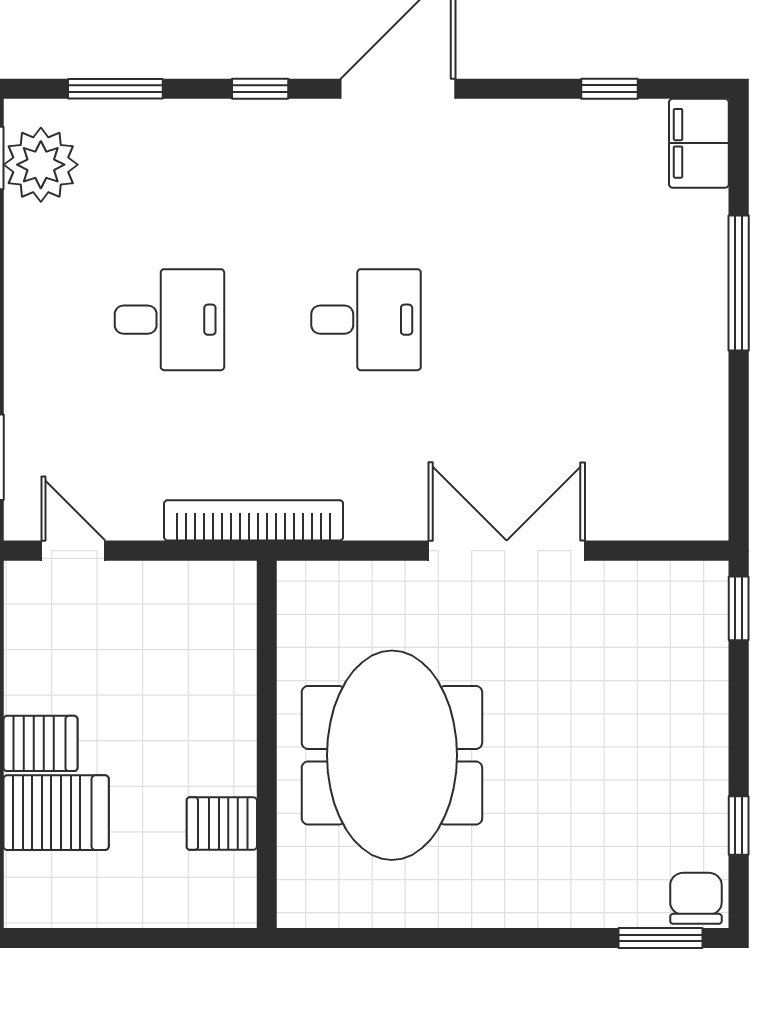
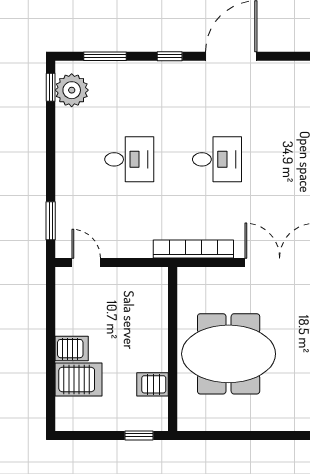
bookcase: (254, 520) -> (193, 249), moved
meeting table: (392, 755) -> (229, 354), turned 90
window: (192, 938) -> (139, 435), added

